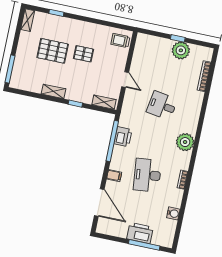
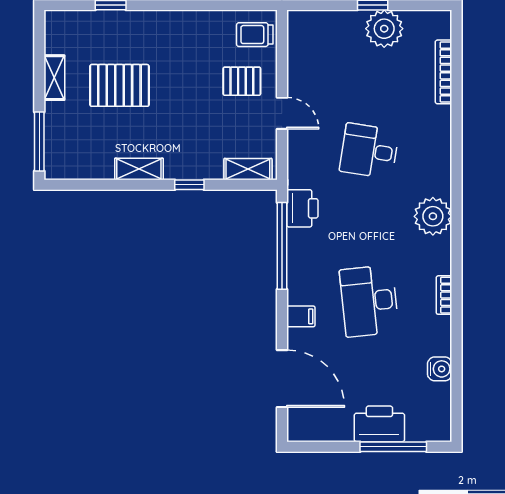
shelving: (28, 20) -> (54, 78), moved
pallet: (83, 54) -> (242, 81), moved
printer: (123, 137) -> (302, 208), moved

